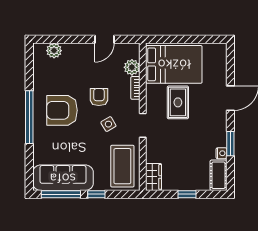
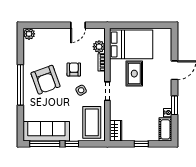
plant: (54, 51) -> (29, 34), moved
armchair: (62, 110) -> (46, 80), turned -110

